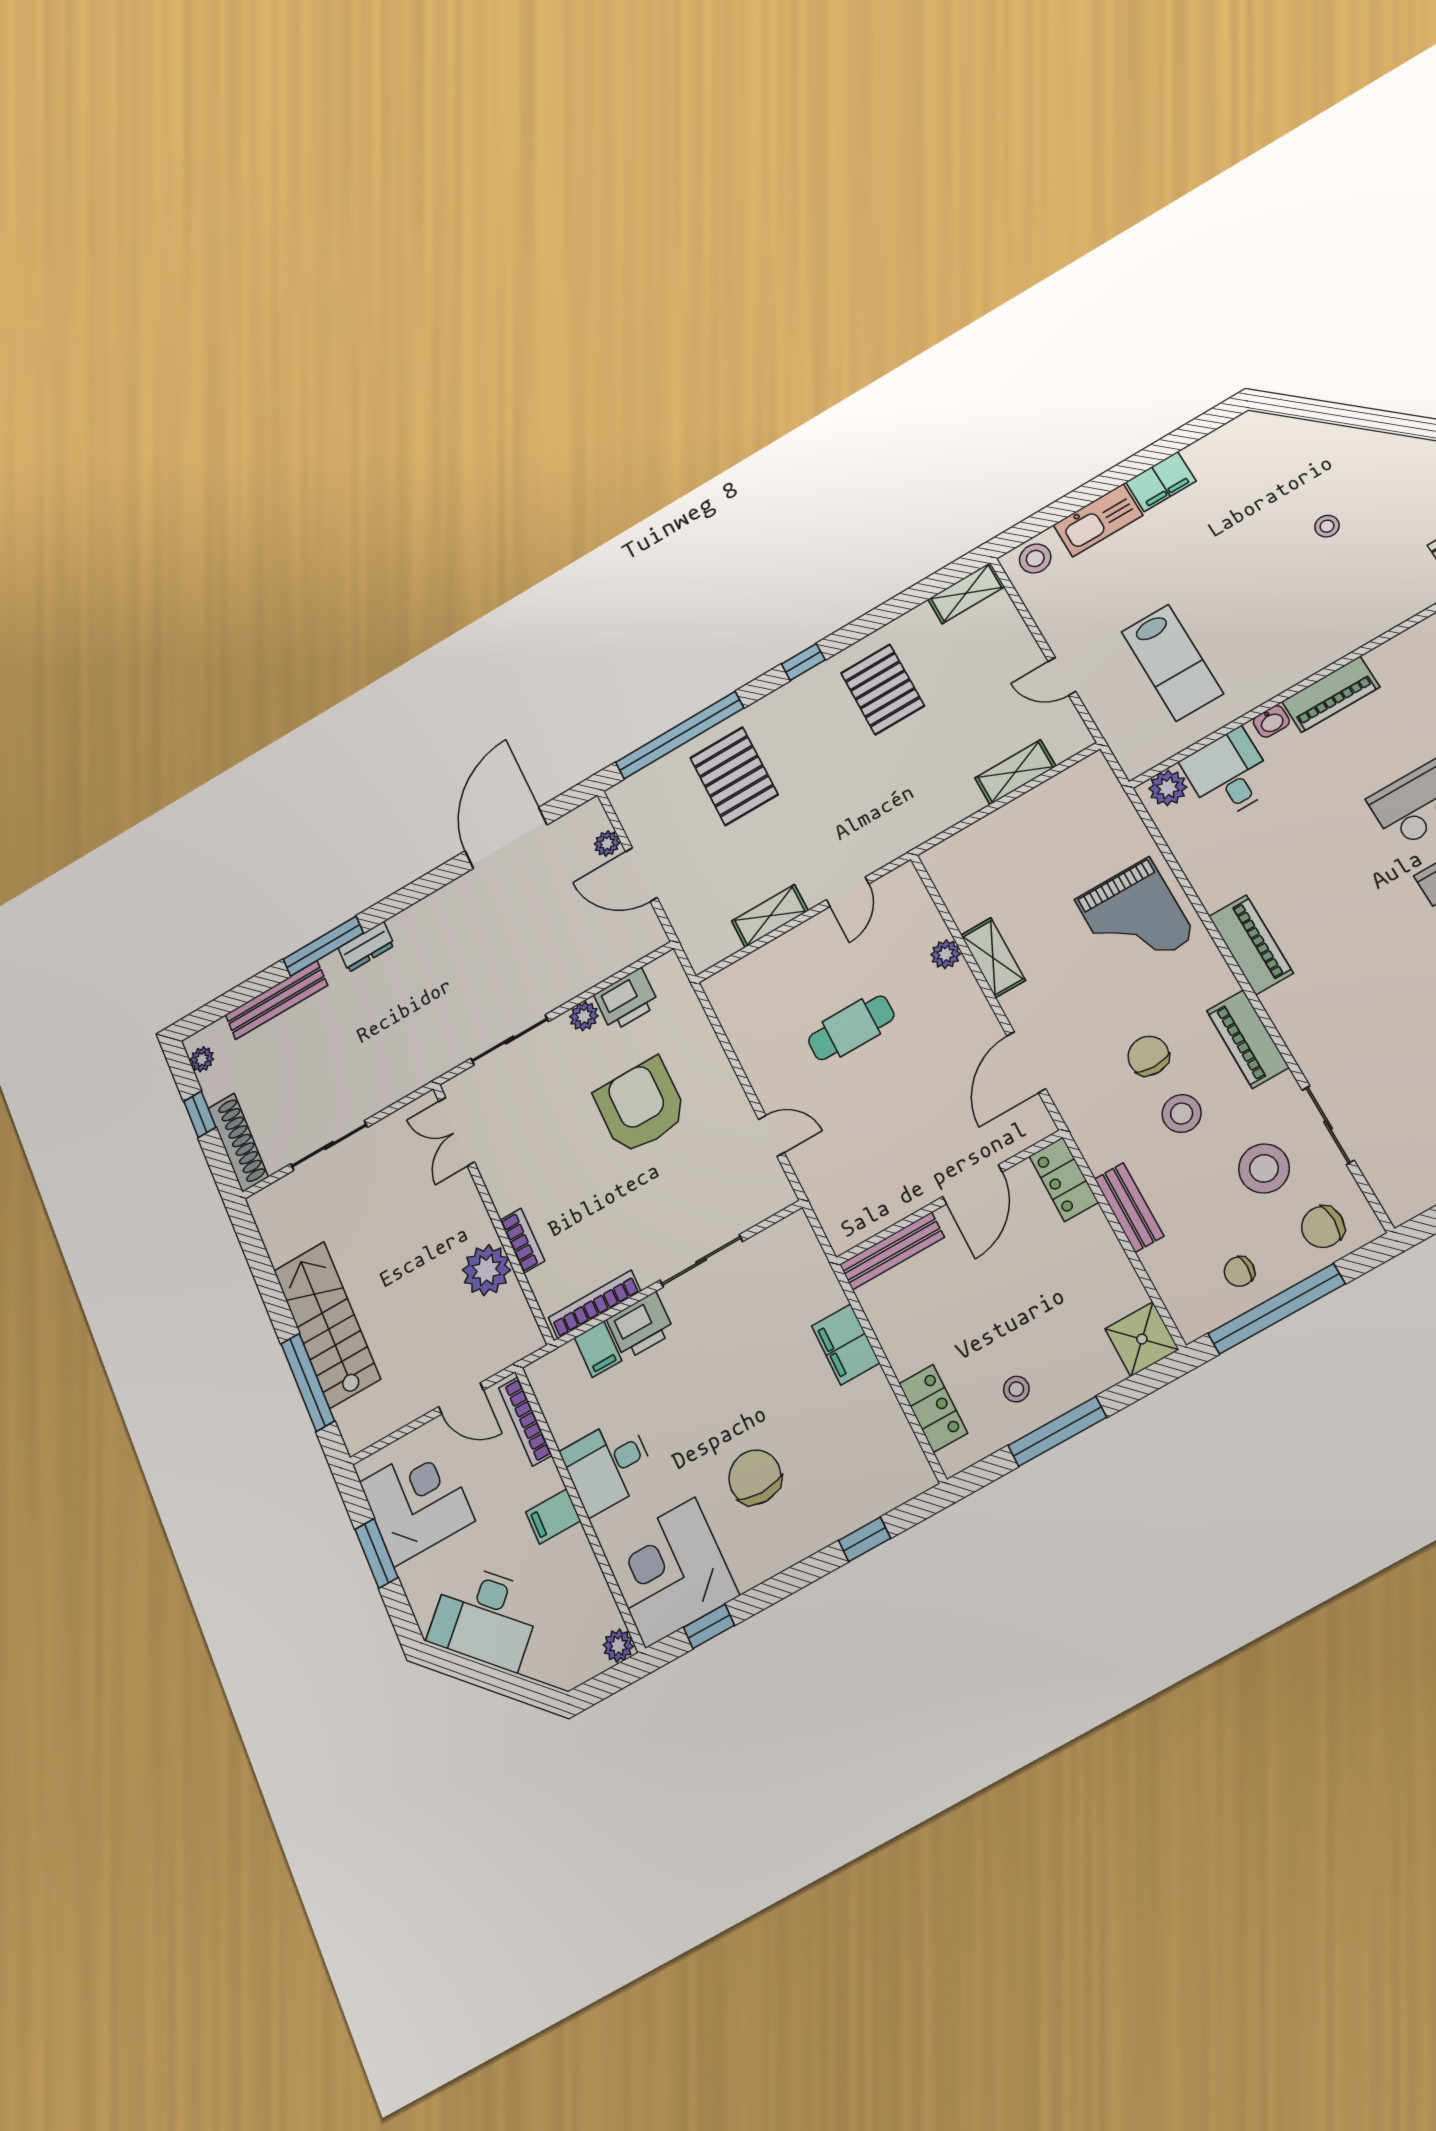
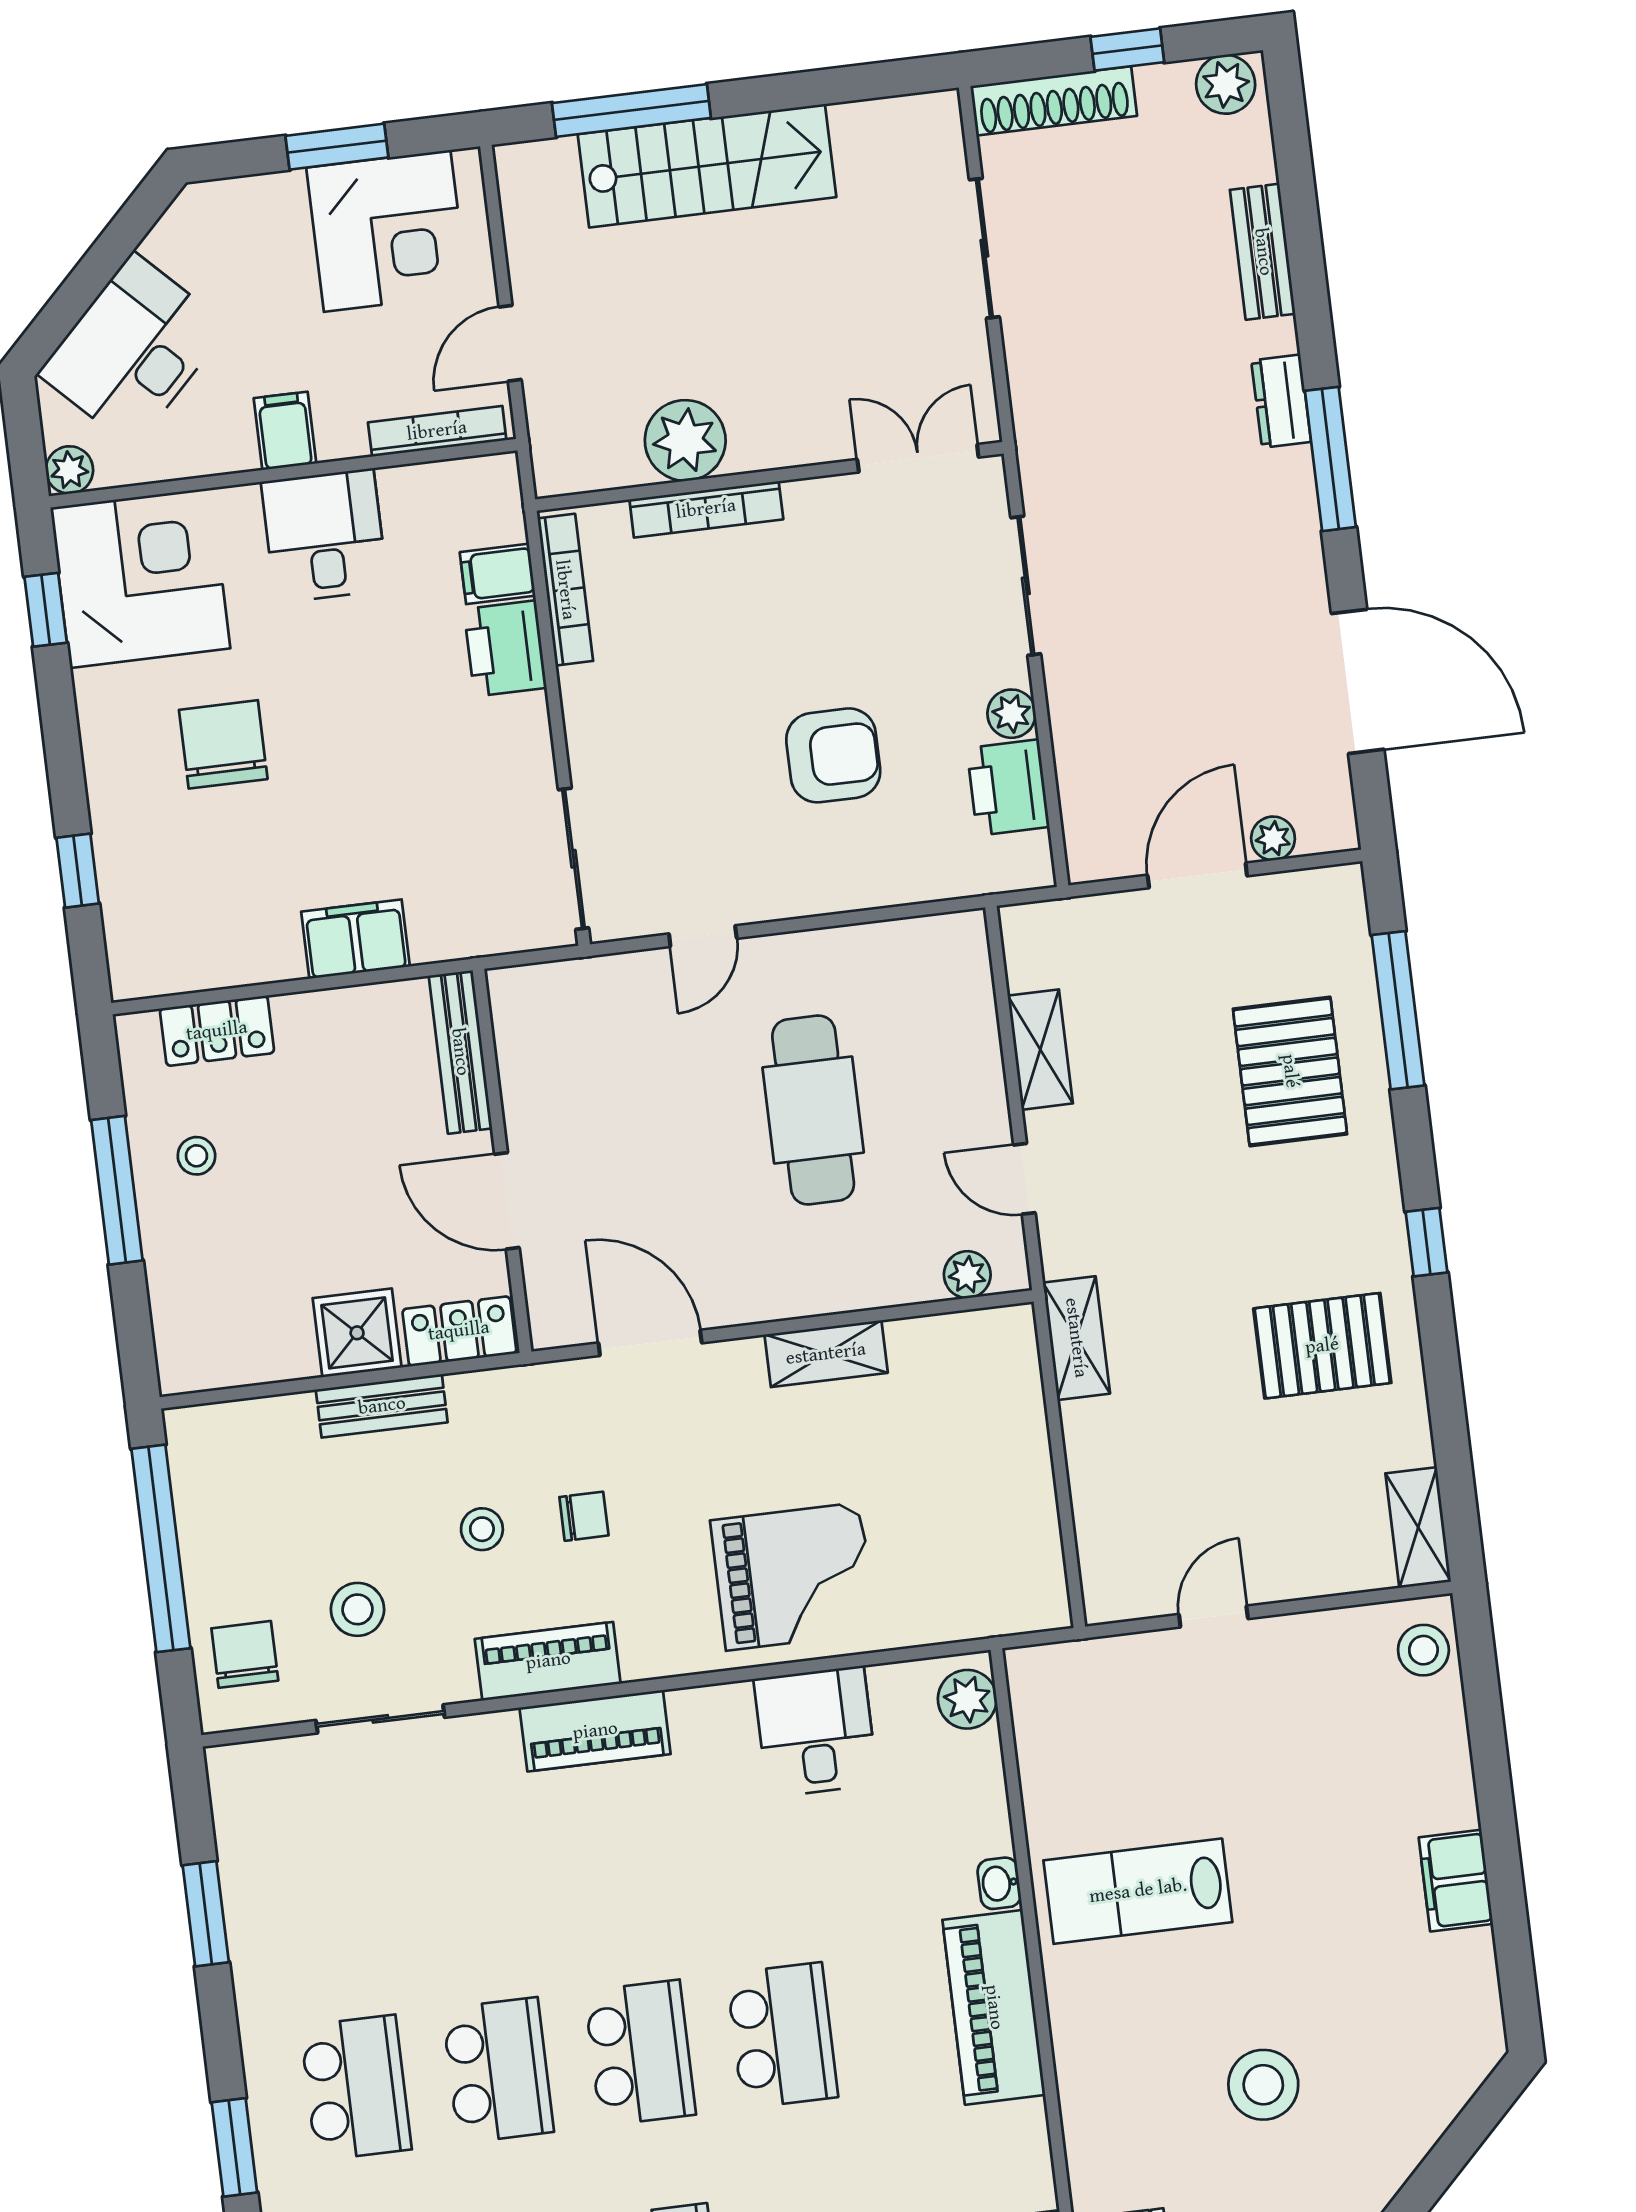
kitchen sink: (1098, 520) -> (1439, 1765), removed
stool: (1327, 526) -> (1263, 2085), width x1.89, depth x1.89
lab bench: (1172, 663) -> (1138, 1891), moved
piano: (1331, 694) -> (994, 2007), width x1.37, depth x1.33
window: (680, 735) -> (1398, 1010), width x0.68
shelving: (1015, 772) -> (1076, 1338), moved
desk: (1228, 774) -> (816, 1732), moved, turned -90
pallet: (734, 776) -> (1290, 1071), turned 90
grand piano: (1135, 918) -> (793, 1576), turned 180
piano: (1251, 945) -> (595, 1731), moved
window: (323, 946) -> (1330, 459), moved
plant: (946, 954) -> (967, 1275), moved
bench: (276, 1000) -> (1263, 252), width x0.73
cafe table: (851, 1028) -> (813, 1110), width x1.37, depth x1.35
chair: (1148, 1056) -> (584, 1516), width x0.73, depth x0.73
plant: (202, 1059) -> (1226, 84), width x1.38, depth x1.38
armchair: (641, 1106) -> (833, 755), width x0.73, depth x0.73
stool: (1182, 1114) -> (482, 1529), width x0.73, depth x0.73
stool: (1264, 1168) -> (357, 1609), width x0.73, depth x0.73
bookcase: (522, 1241) -> (706, 509), width x1.56
sliding door: (701, 1261) -> (573, 859), moved
chair: (1239, 1271) -> (231, 1520), removed
shower: (1142, 1339) -> (357, 1333), moved
chair: (755, 1477) -> (223, 744), turned -90
desk: (485, 1617) -> (133, 350), moved

